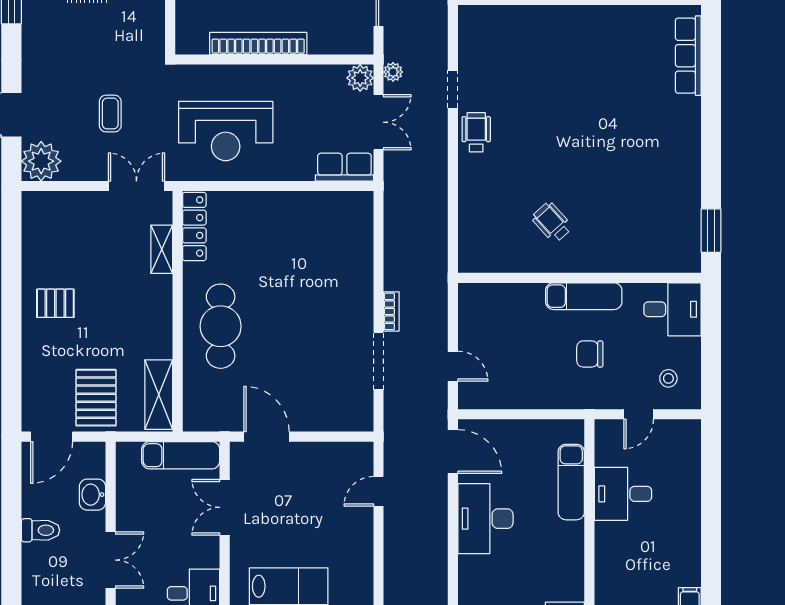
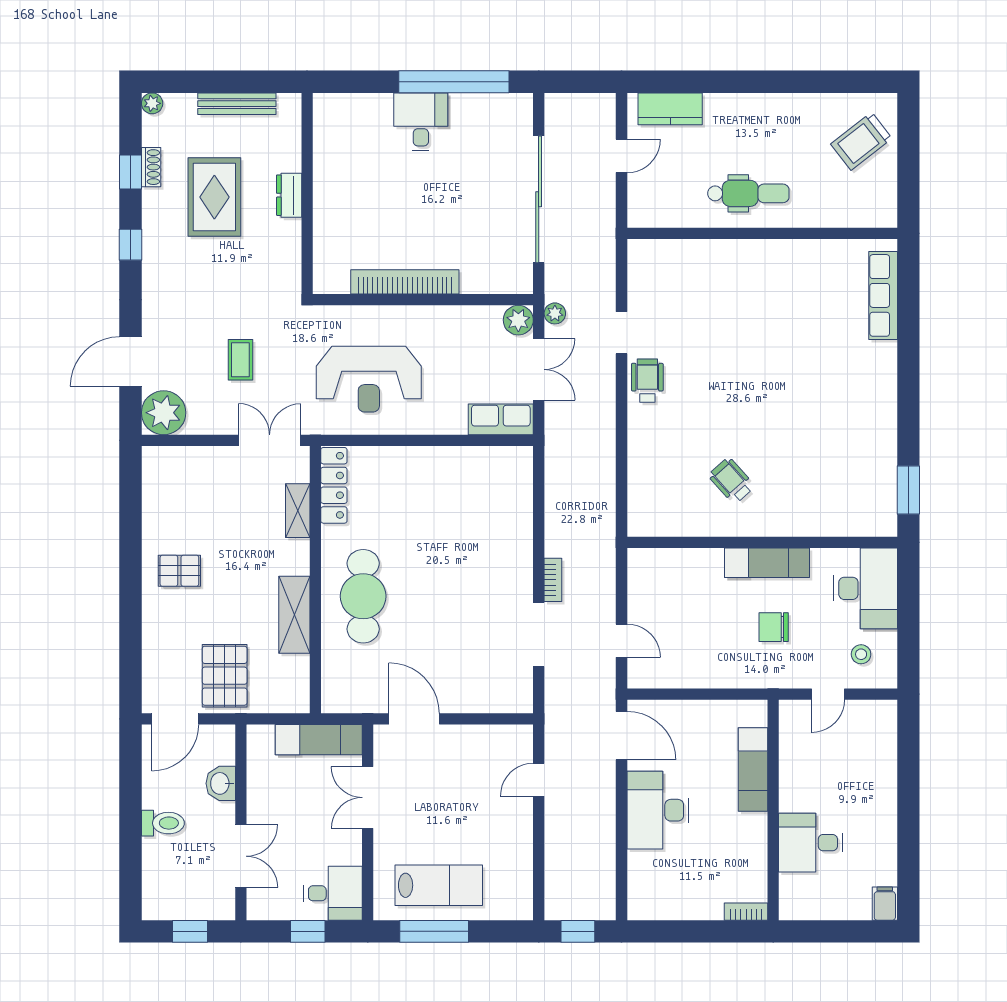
desk: (672, 309) -> (866, 588), width x1.37
shelving: (159, 395) -> (294, 615), moved
desk: (623, 494) -> (811, 843), moved

